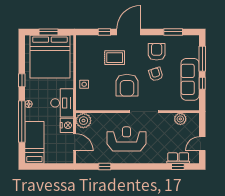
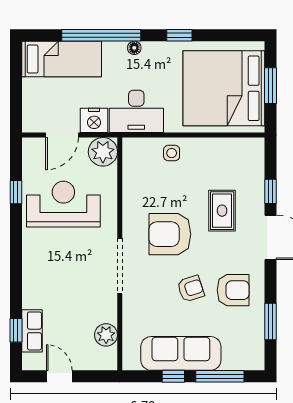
reception desk: (126, 139) -> (63, 204), moved, turned -90

